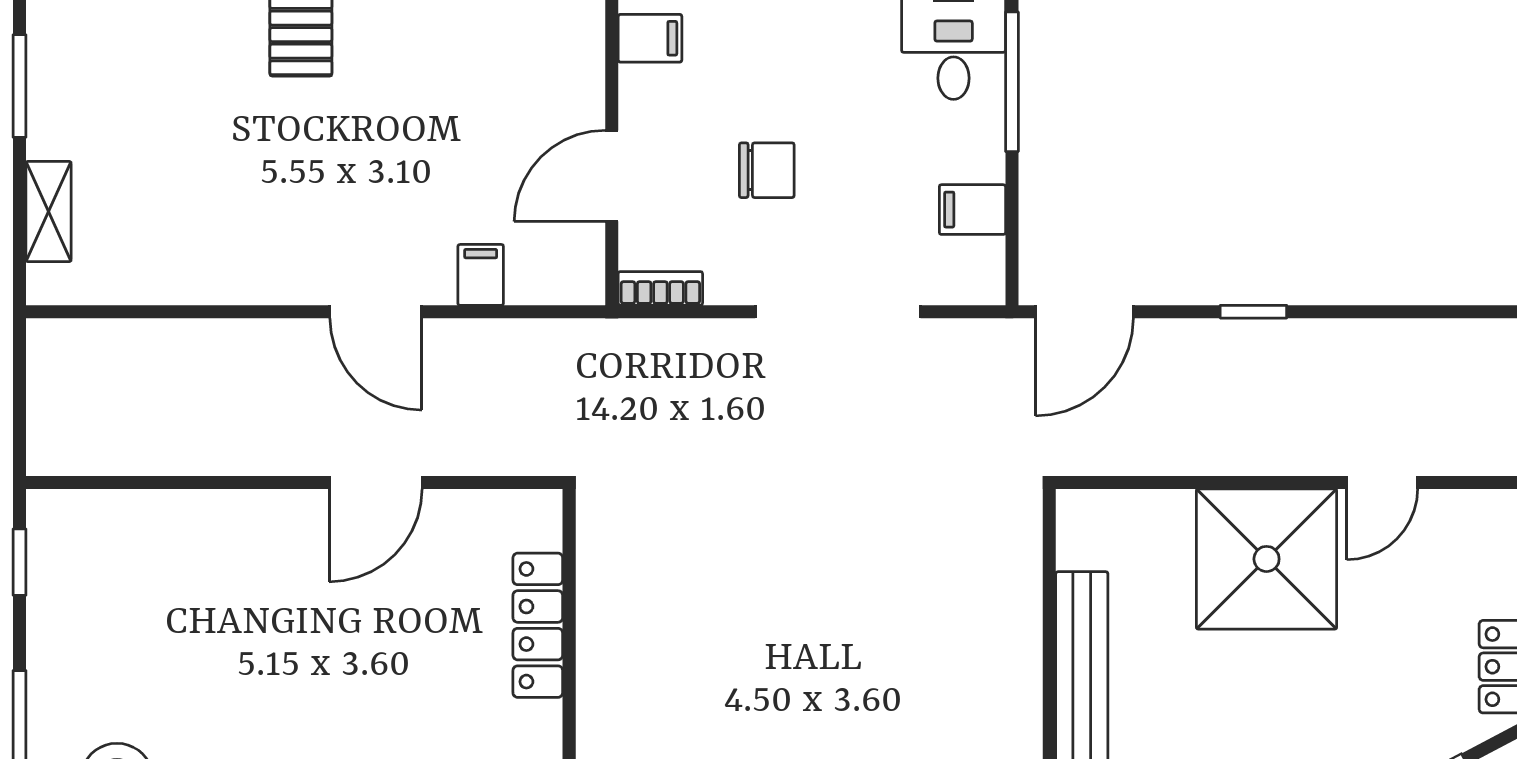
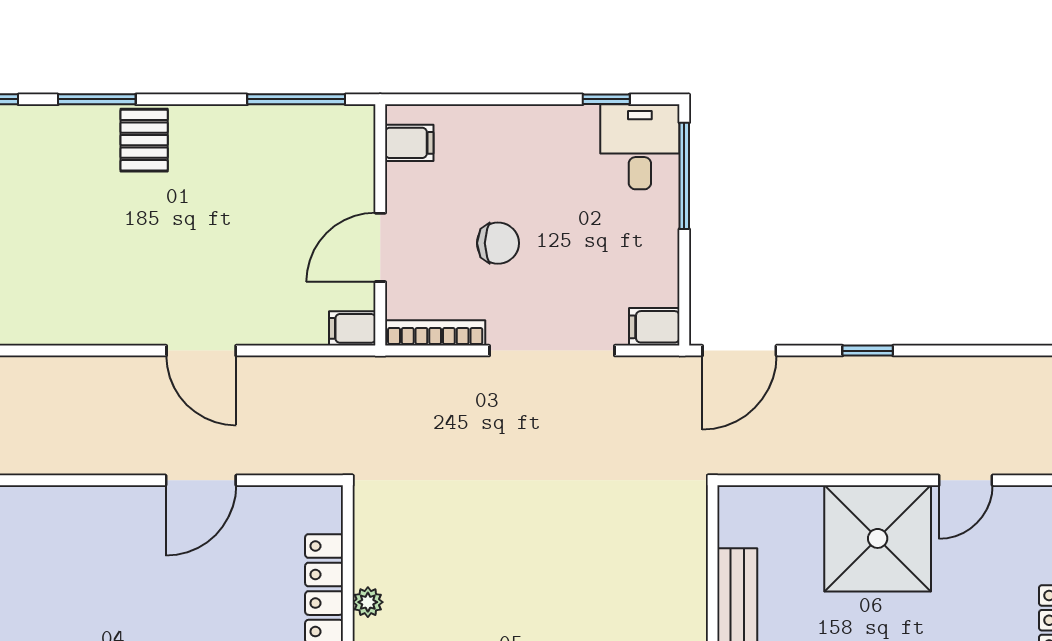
filing cabinet: (972, 210) -> (654, 327), moved
filing cabinet: (481, 275) -> (352, 328), moved, turned -90
bookcase: (660, 288) -> (435, 333), width x1.56
plant: (595, 643) -> (368, 602), added

